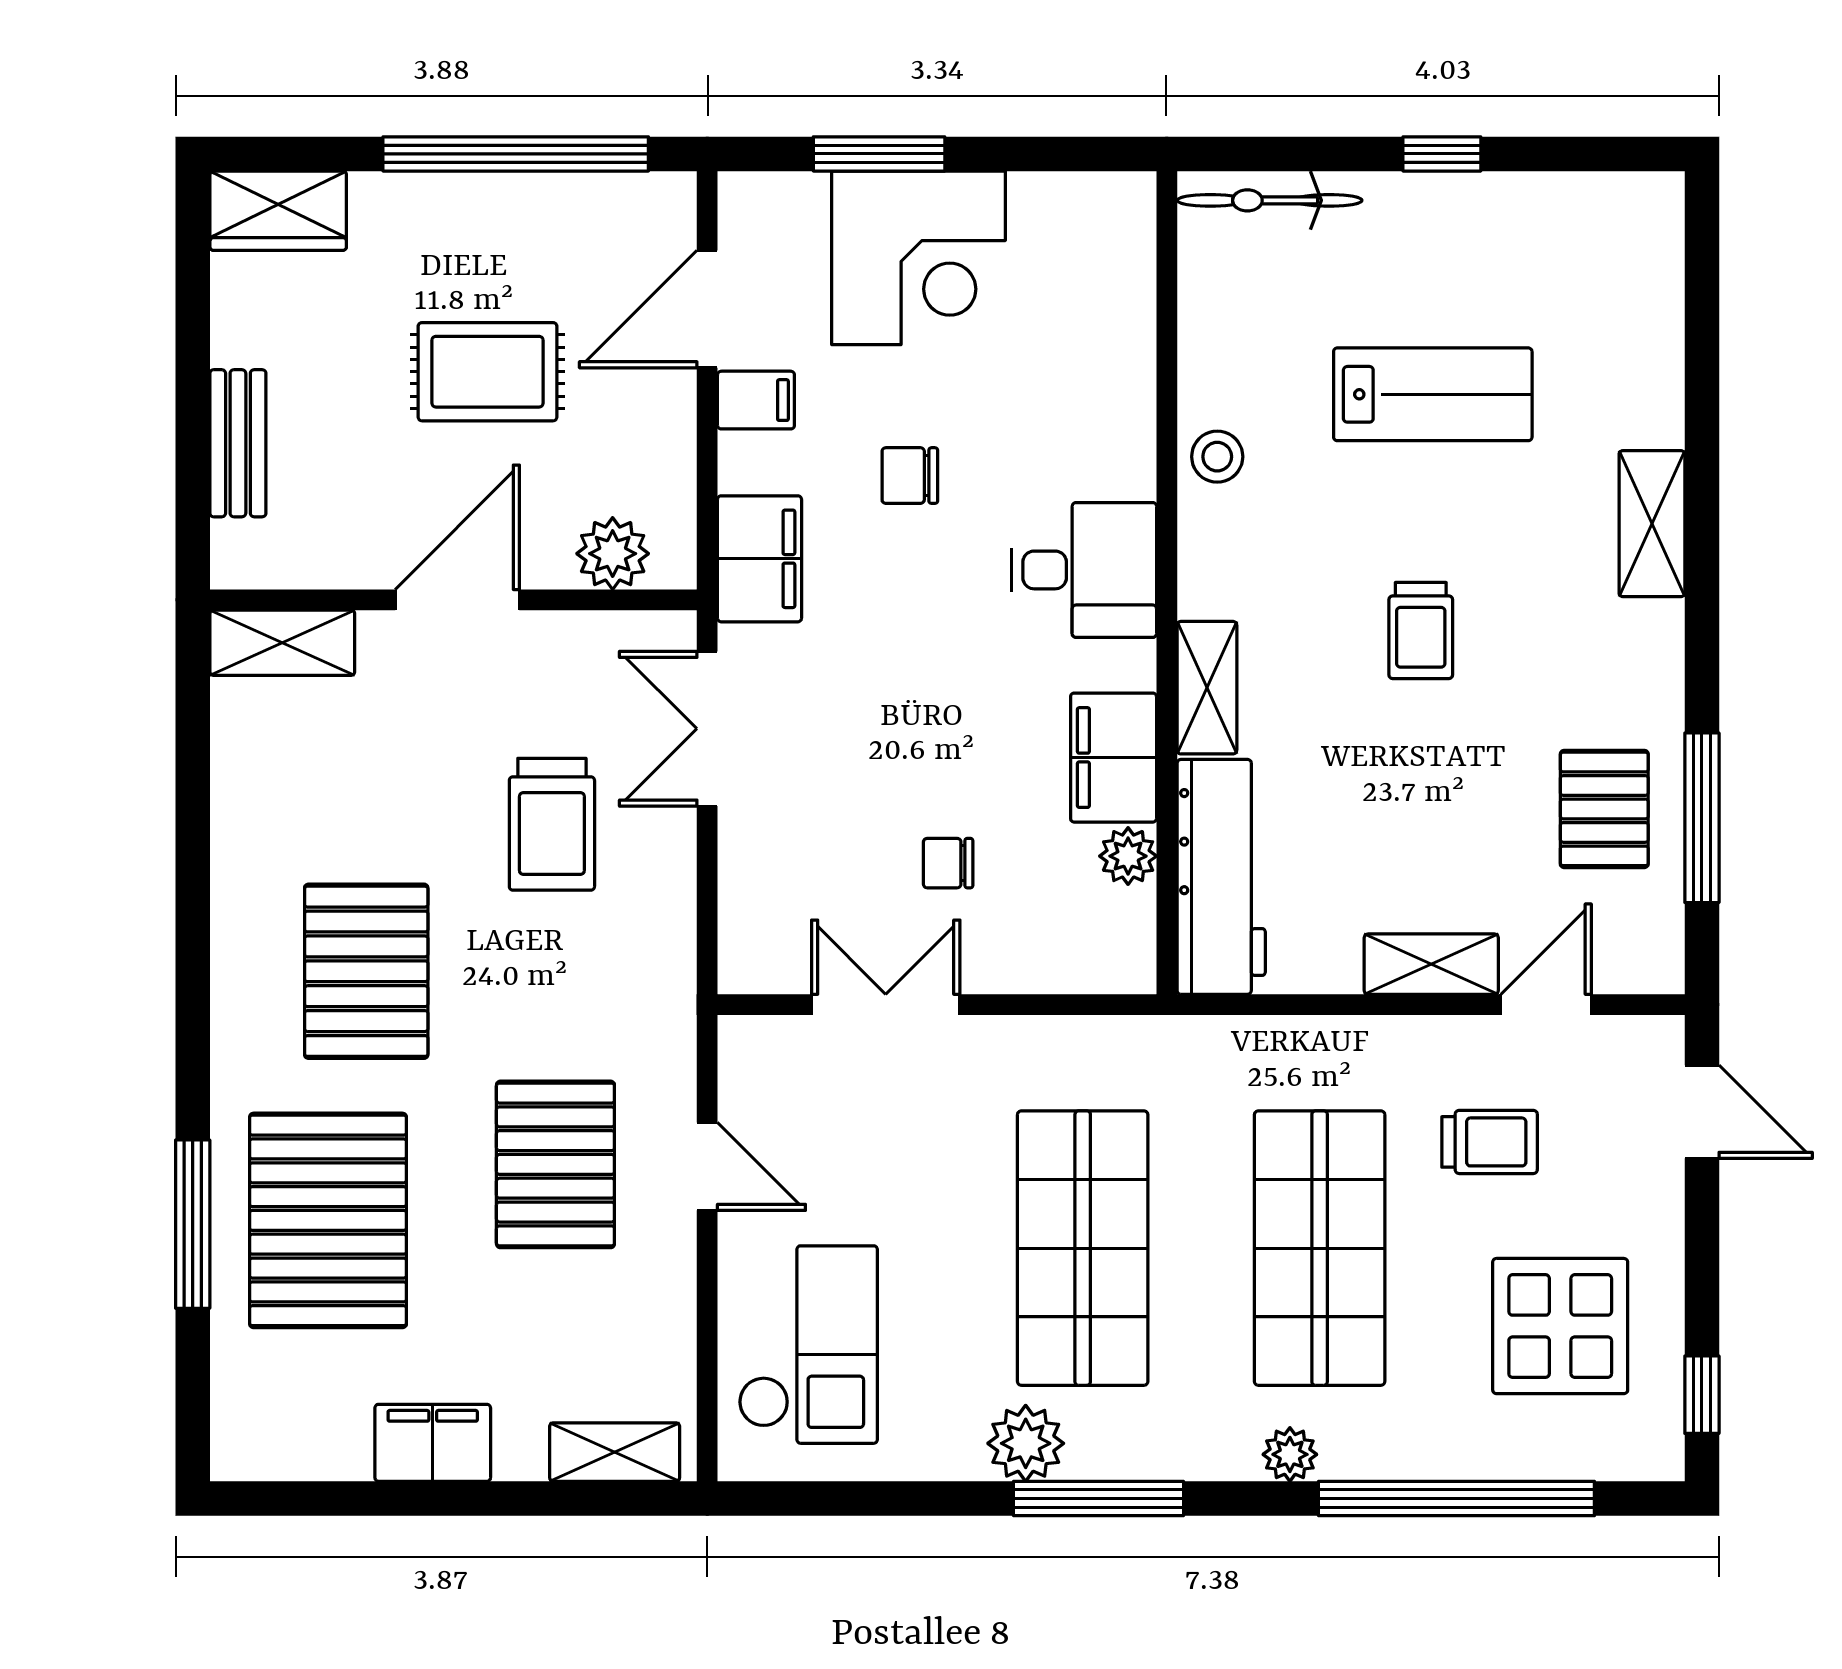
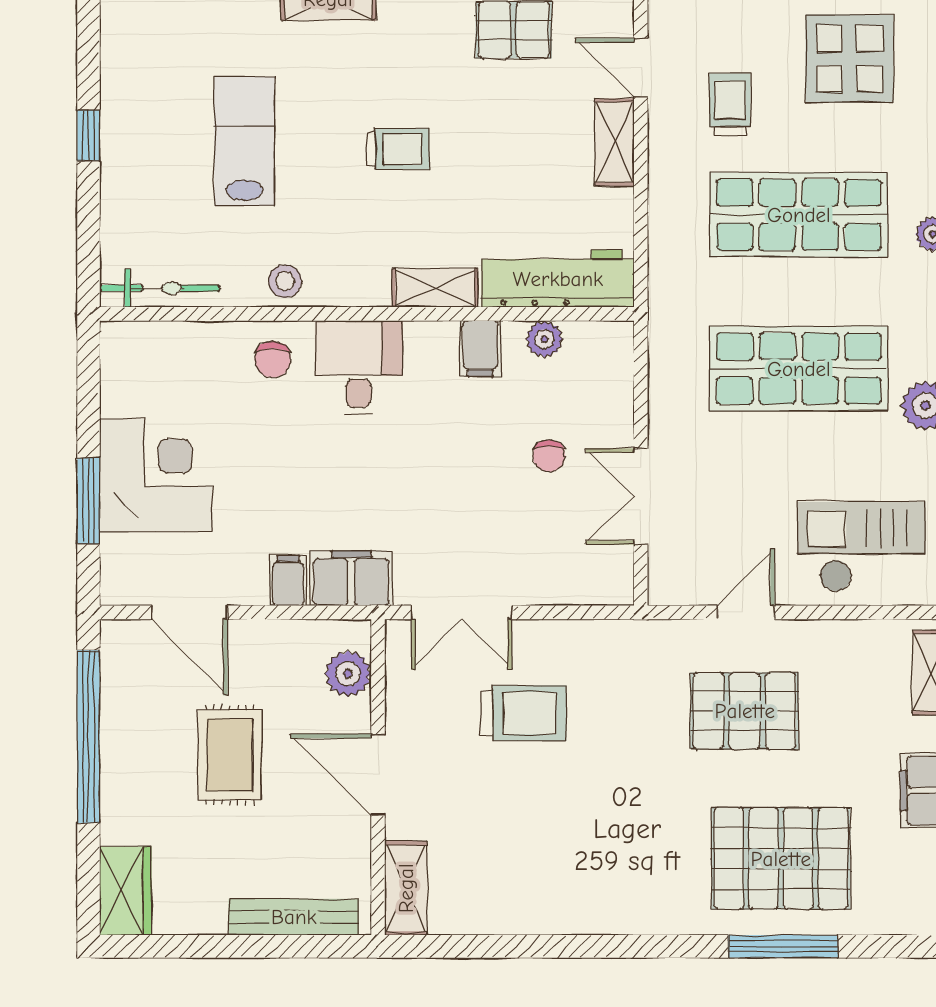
bicycle: (1270, 200) -> (160, 288), moved, turned -90
filing cabinet: (756, 400) -> (288, 581), moved
bench: (238, 443) -> (294, 917), width x1.36
chair: (910, 476) -> (273, 359), moved
filing cabinet: (1114, 758) -> (480, 349), width x0.50
pallet: (366, 971) -> (619, 834), removed

